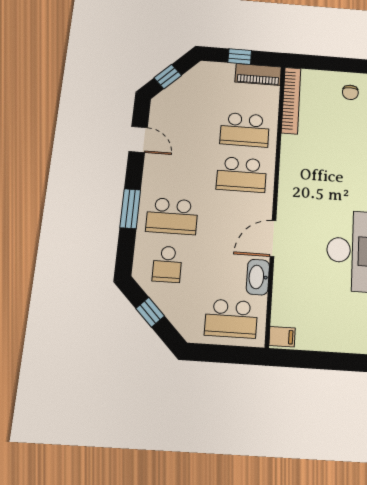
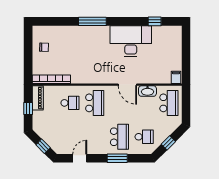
school desk: (245, 130) -> (70, 103), width x0.54

